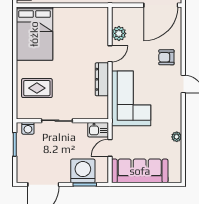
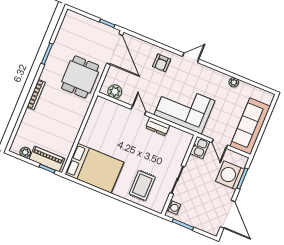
plant: (119, 33) -> (115, 91), moved
dresser: (102, 79) -> (158, 126), width x0.70

